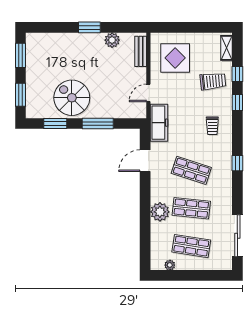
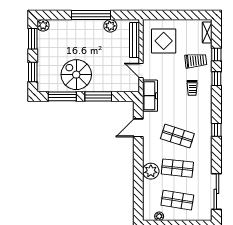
window: (89, 27) -> (91, 15), width x2.11
plant: (33, 40) -> (43, 25), added
bench: (141, 51) -> (134, 40), width x1.36
door: (148, 93) -> (141, 71), hinge flipped
window: (55, 123) -> (62, 96), width x1.44
trolley: (212, 126) -> (192, 88), moved

